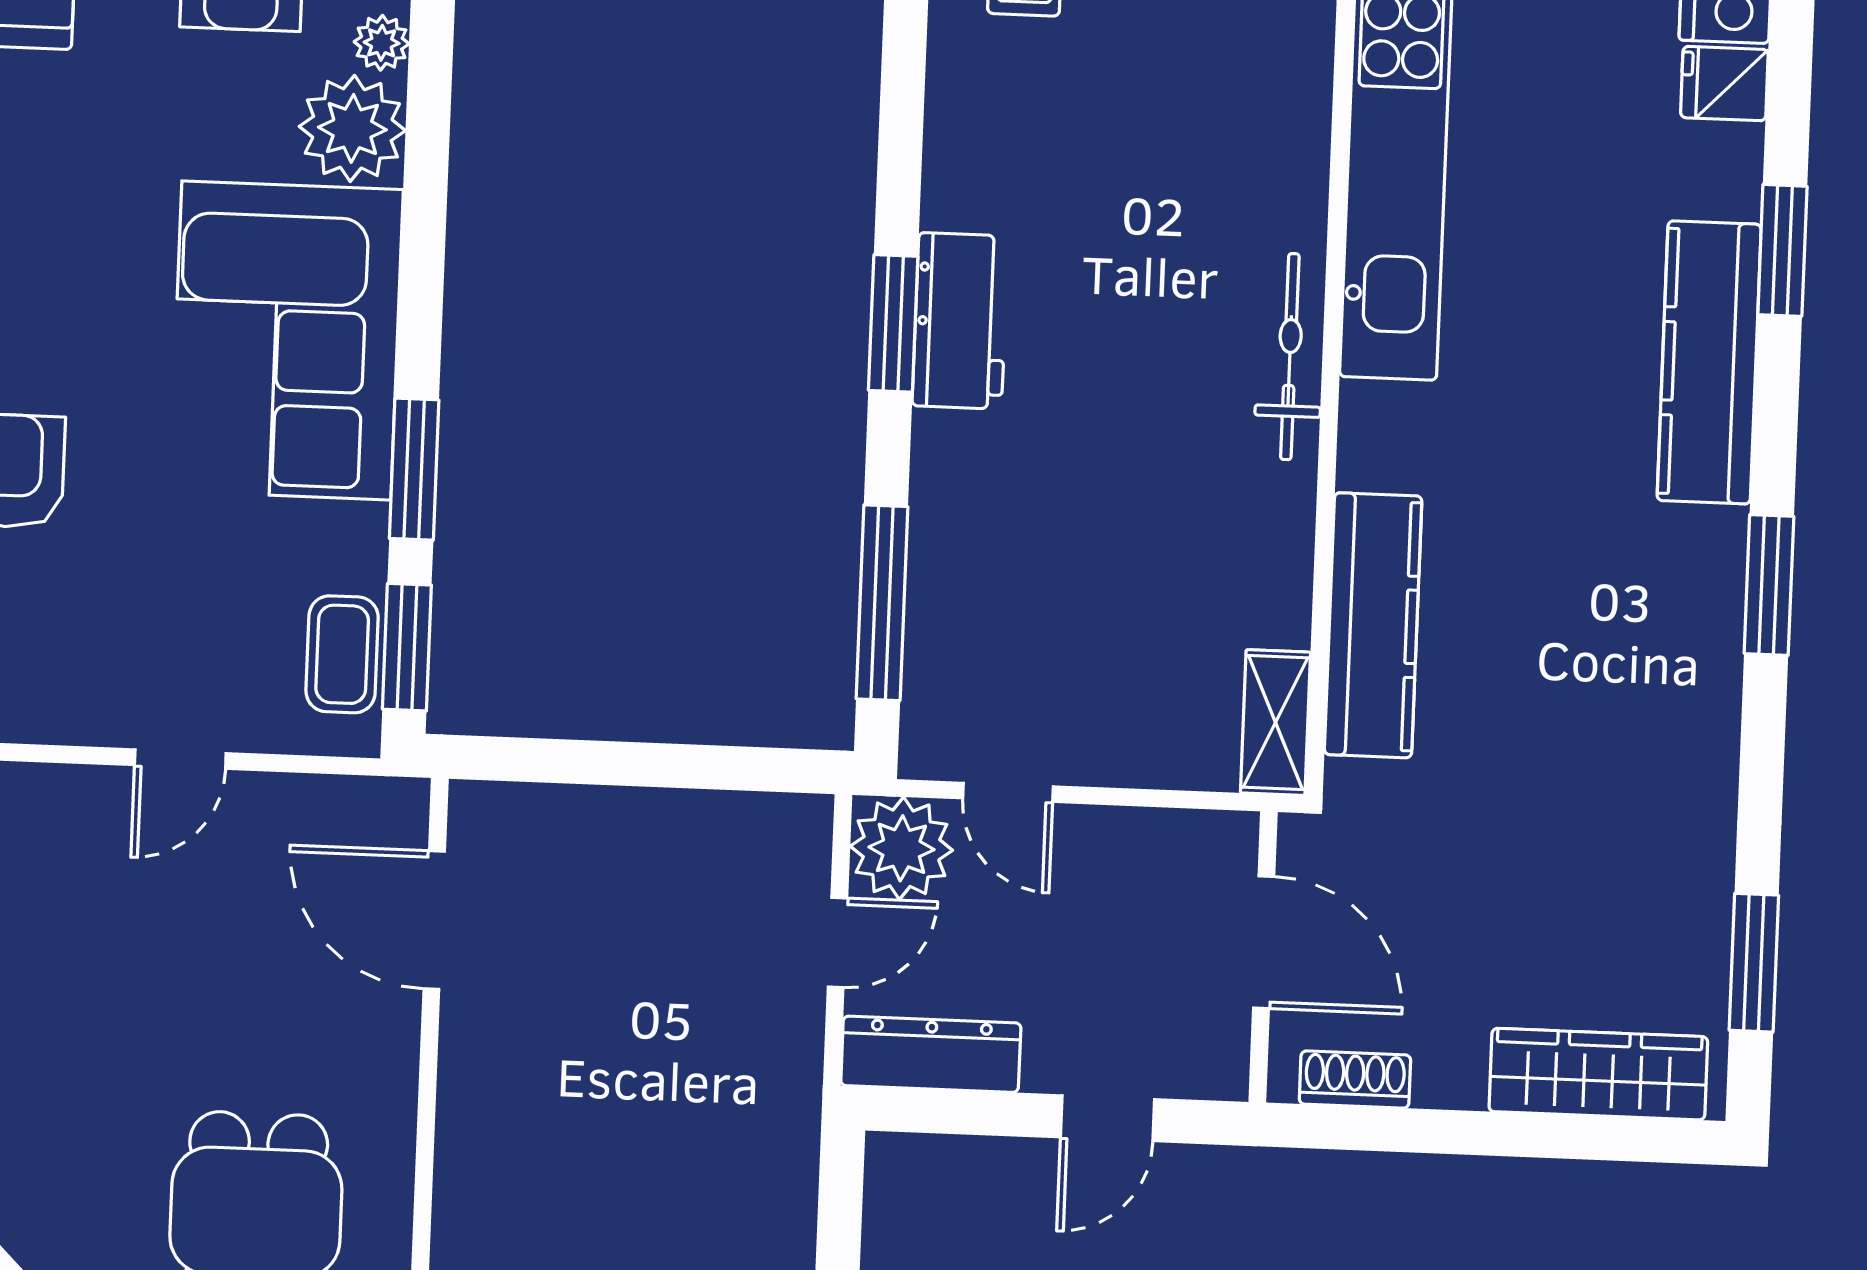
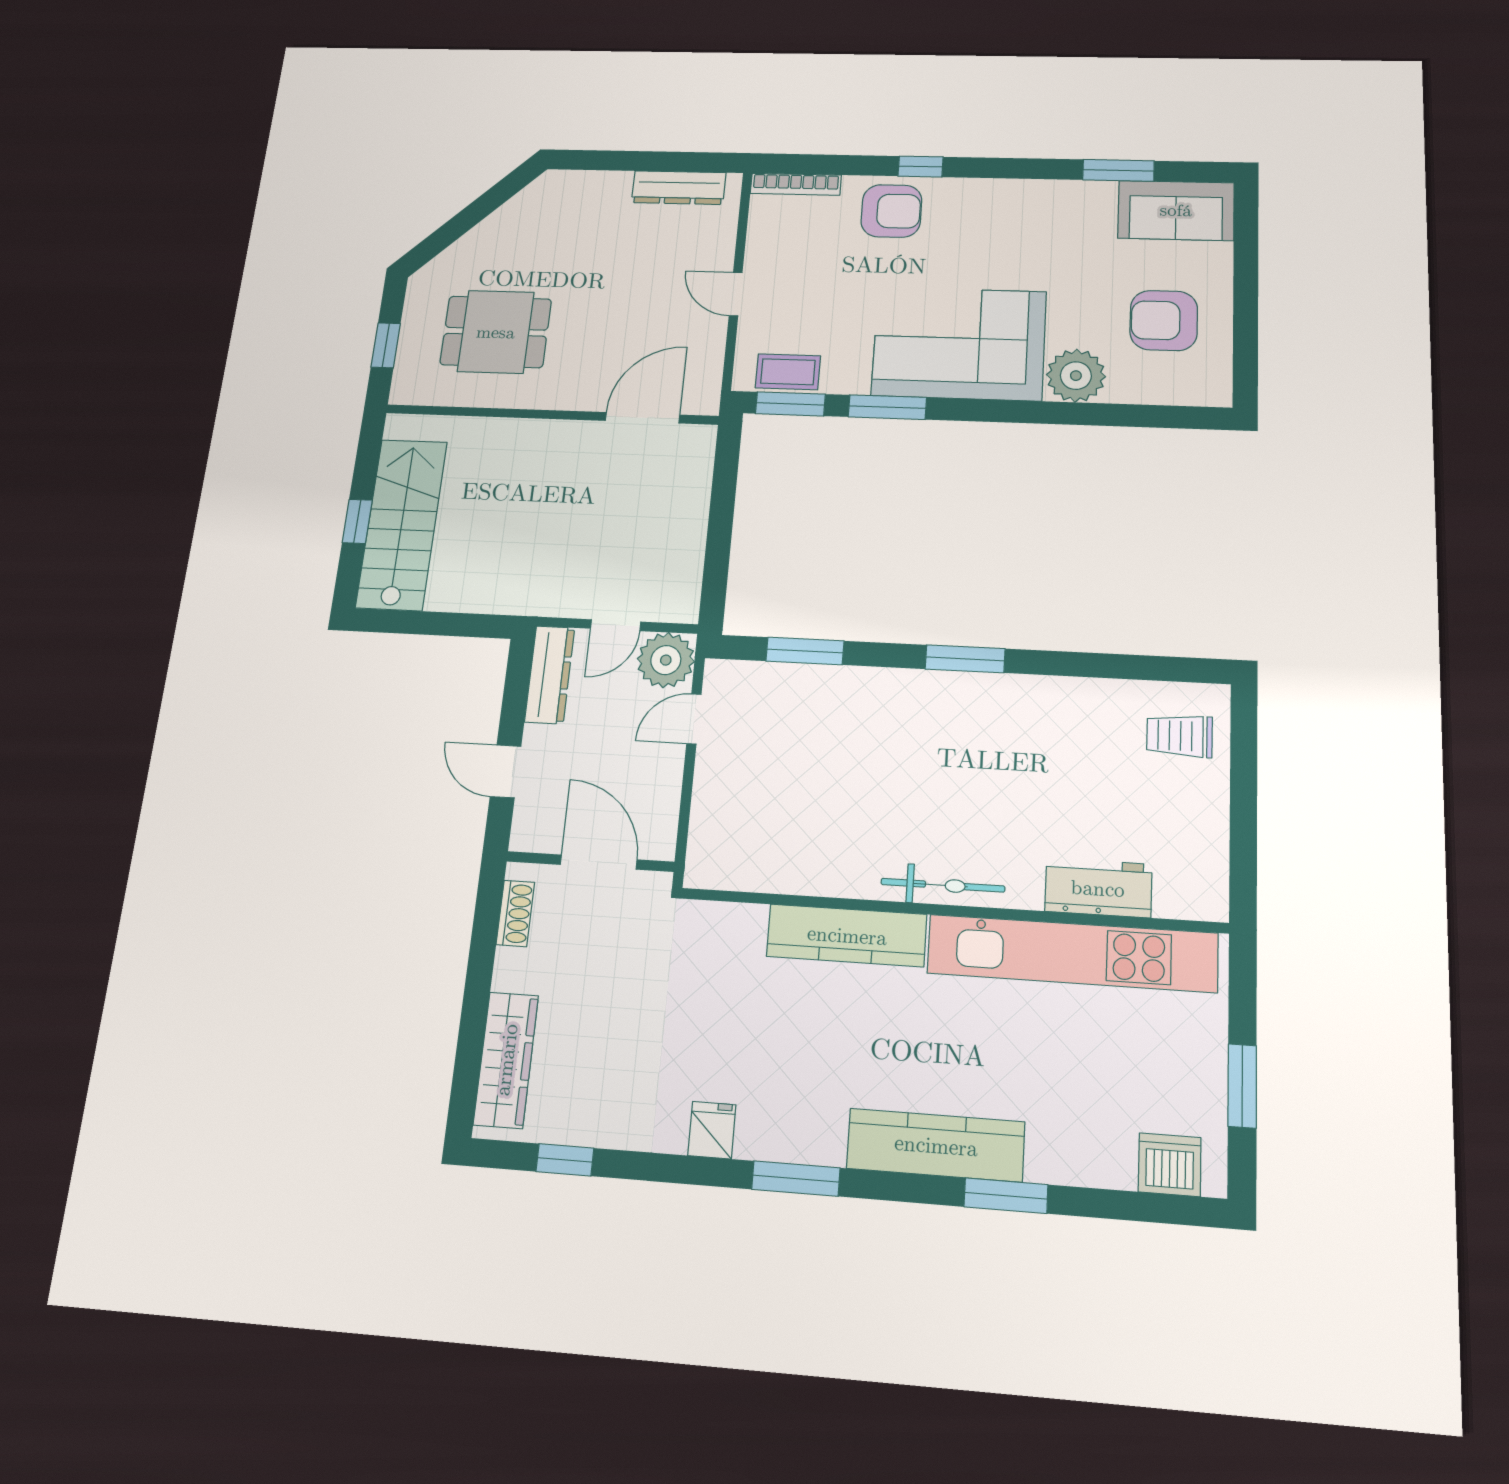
plant: (382, 43) -> (1124, 390), removed
fridge: (1724, 84) -> (712, 1130), moved
workbench: (960, 321) -> (1098, 888), moved, turned 180
window: (882, 603) -> (805, 651), width x0.69
kitchen counter: (1373, 625) -> (847, 935), moved
shelving: (1276, 723) -> (726, 872), removed
door: (837, 942) -> (616, 625), hinge flipped
door: (1264, 942) -> (599, 862), swing flipped
window: (1754, 963) -> (565, 1160), width x0.67

